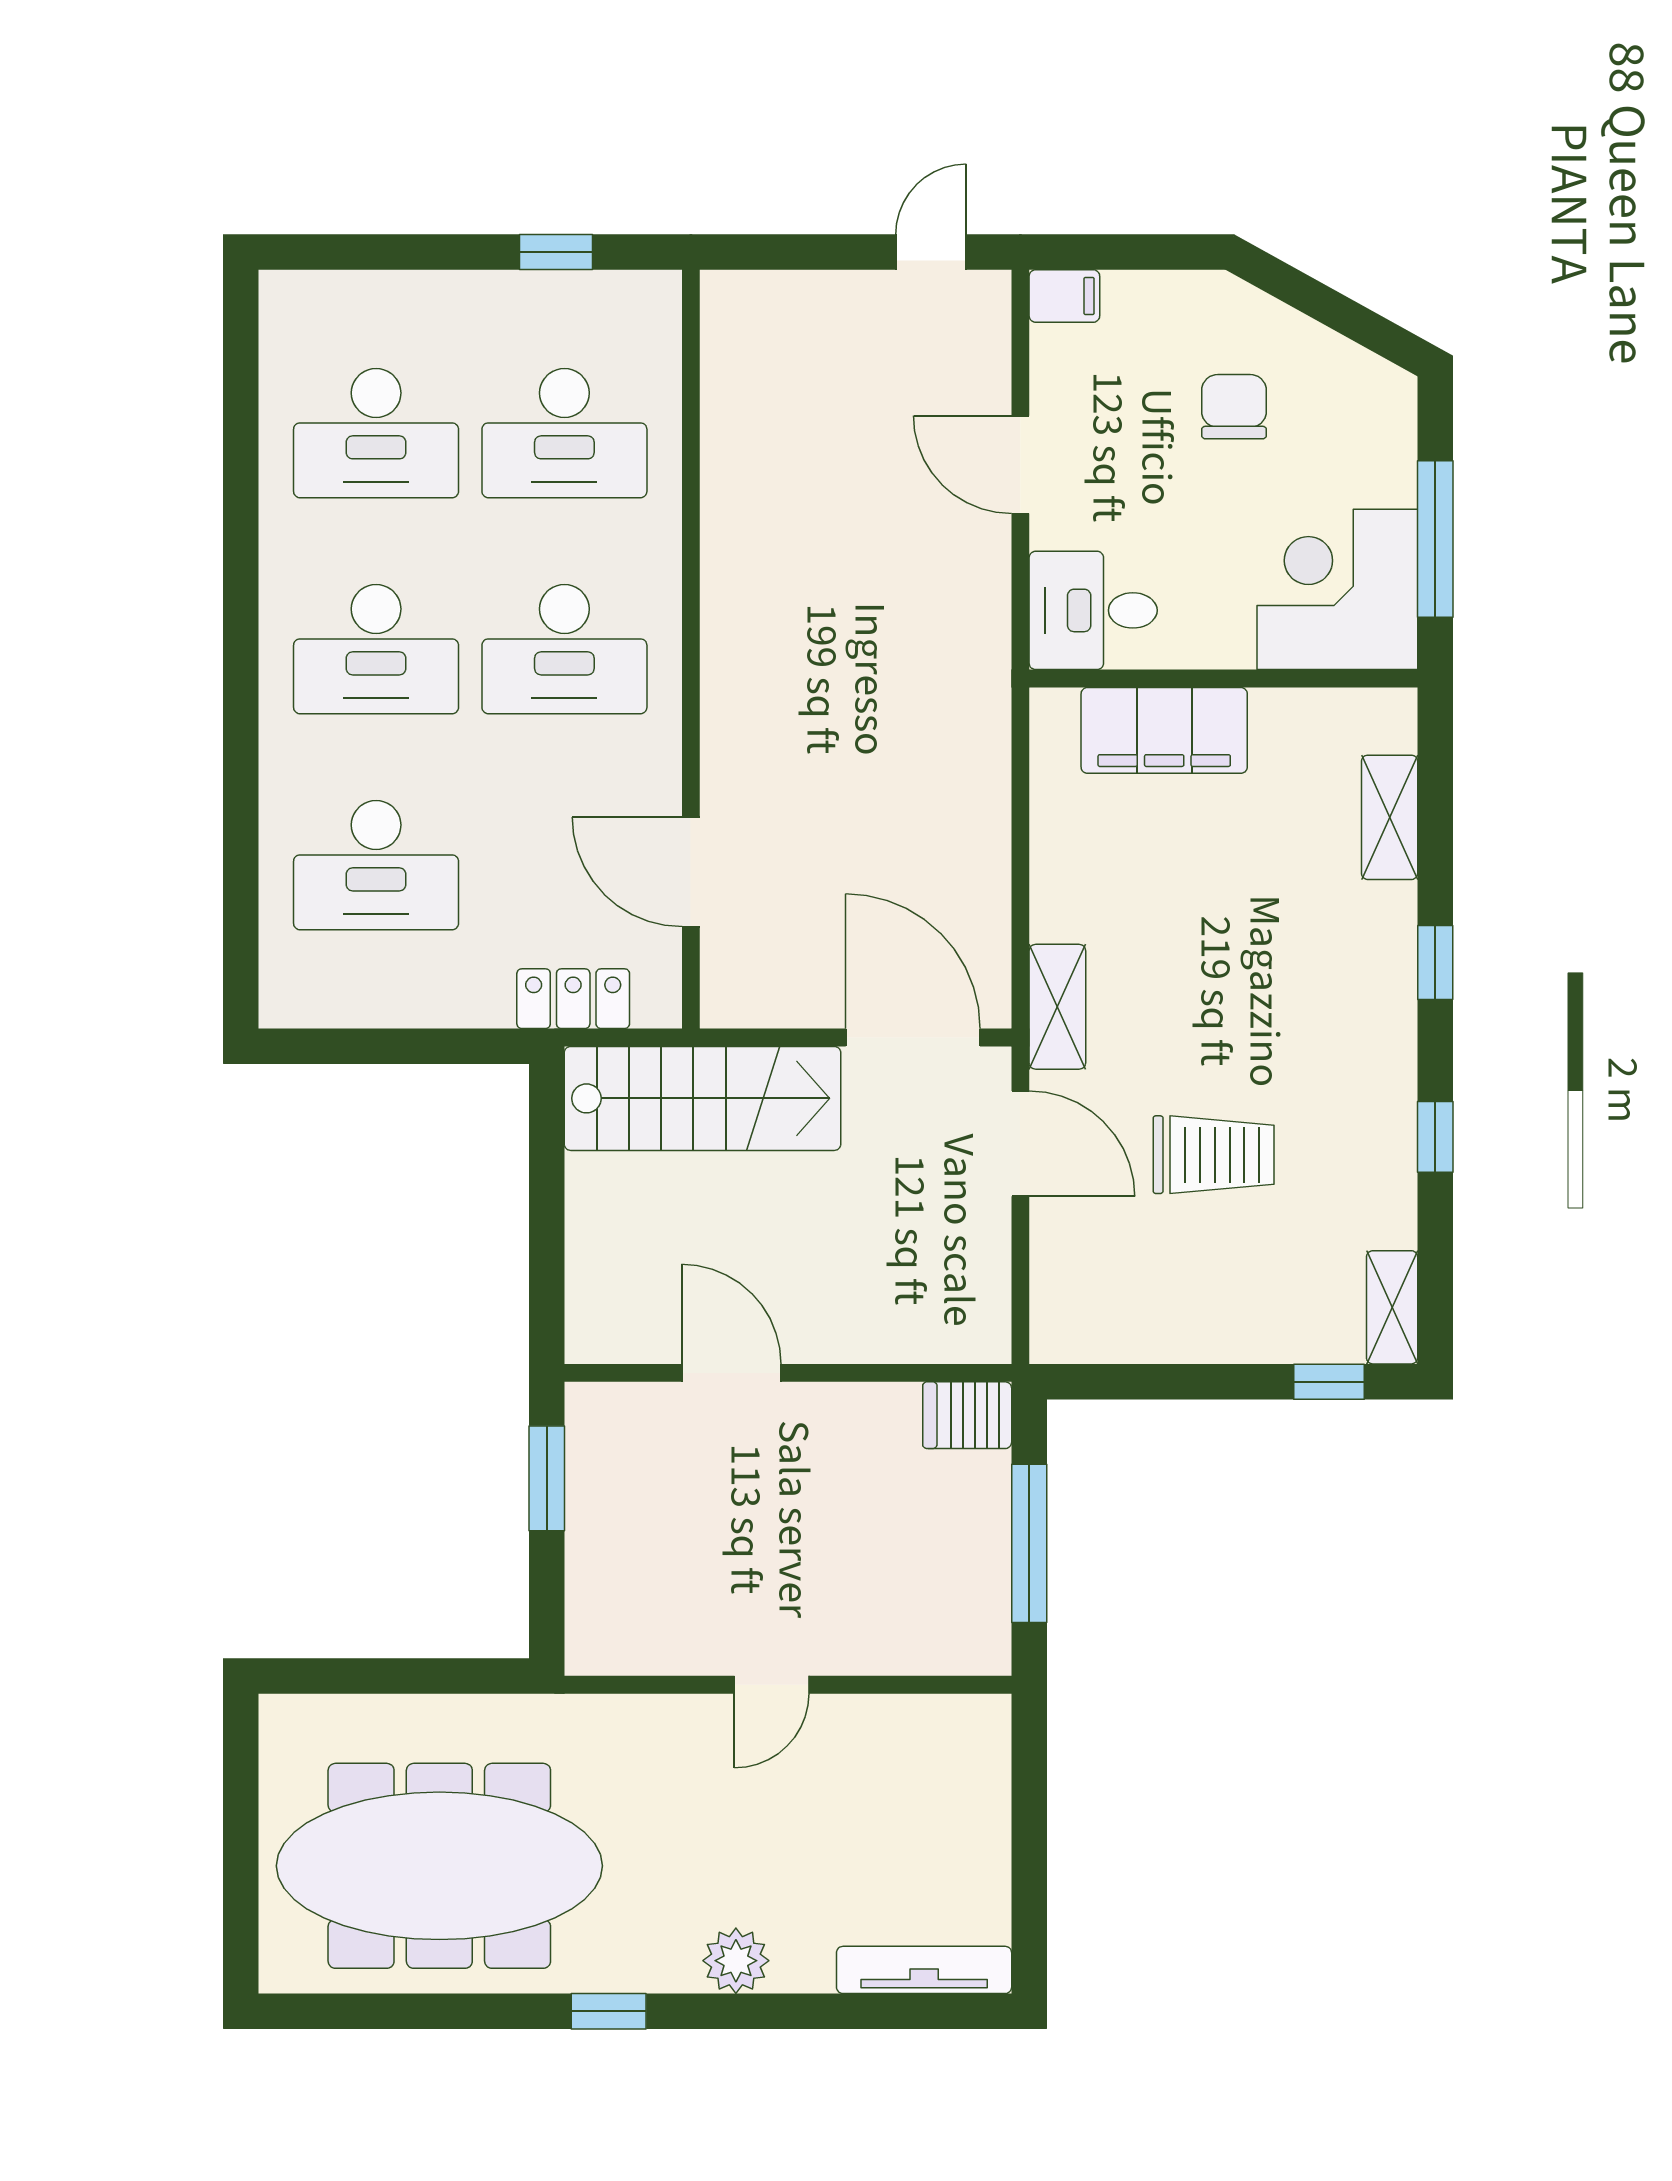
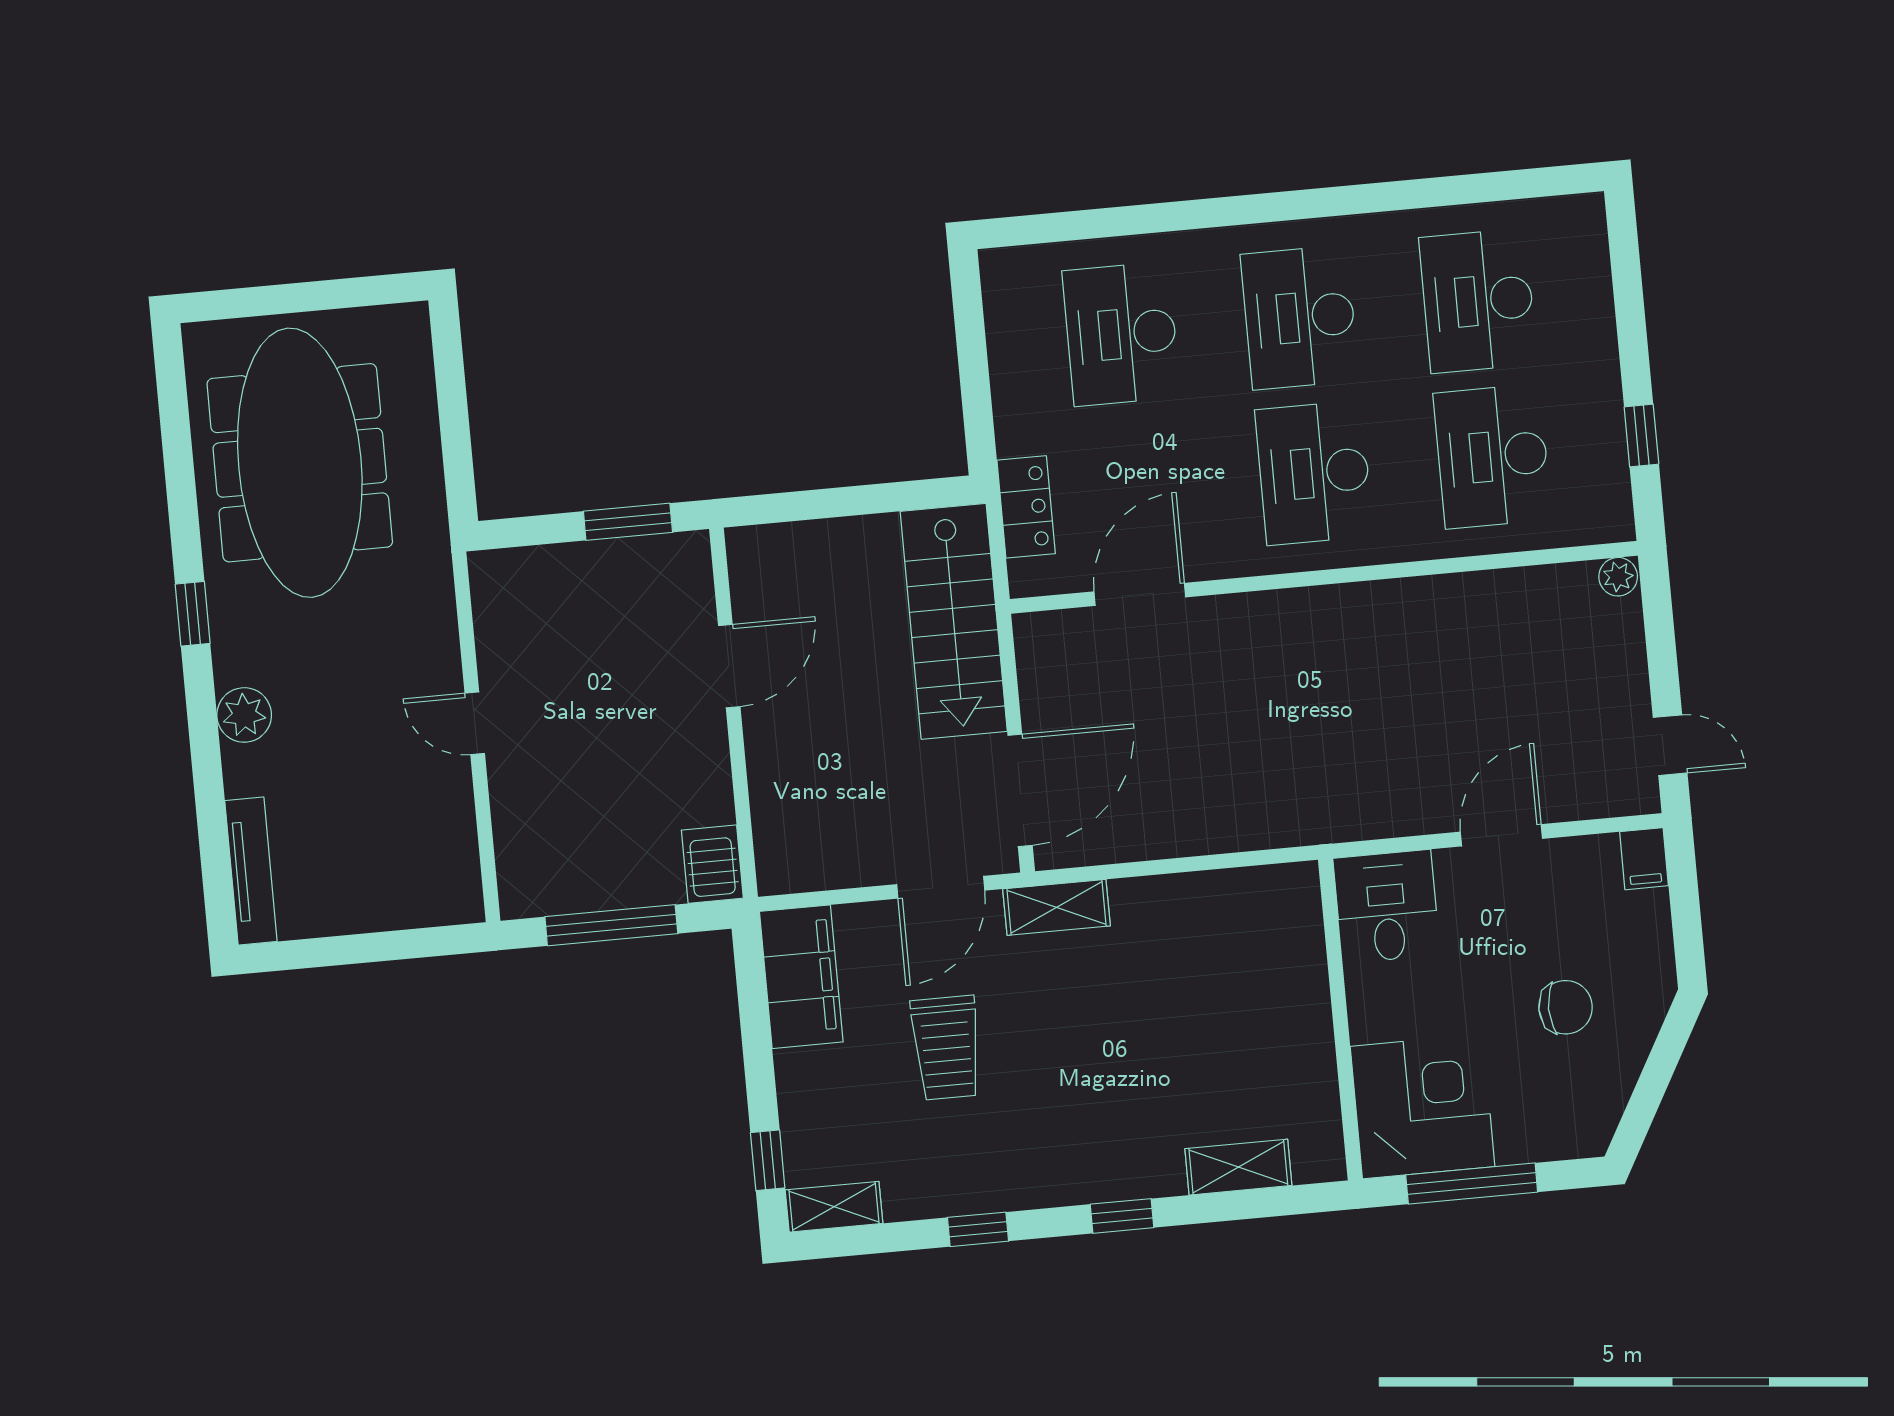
plant: (723, 296) -> (1618, 577), added
filing cabinet: (1164, 730) -> (801, 977), moved, turned 180

